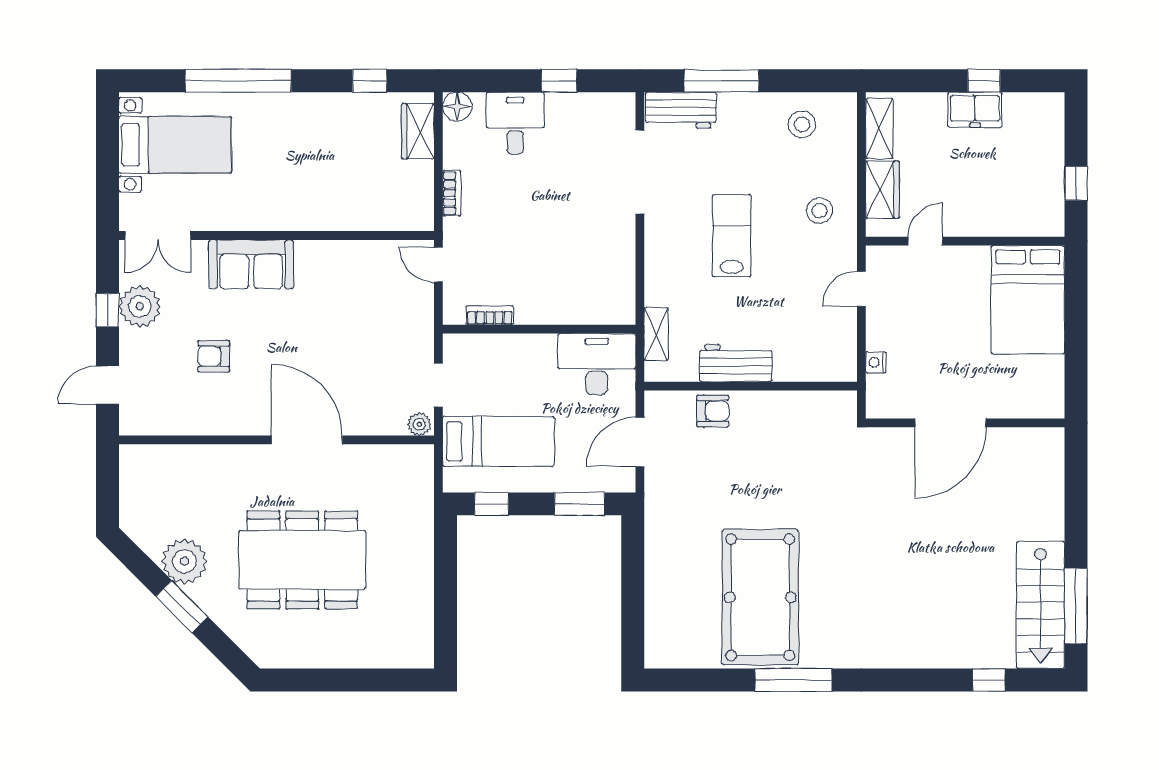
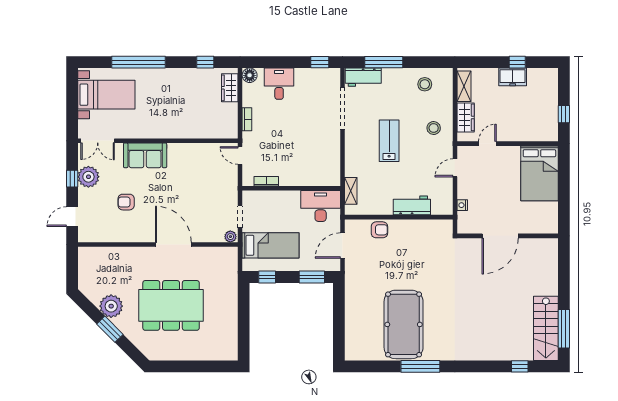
window: (559, 81) -> (320, 62), moved
workbench: (736, 363) -> (412, 205), moved

